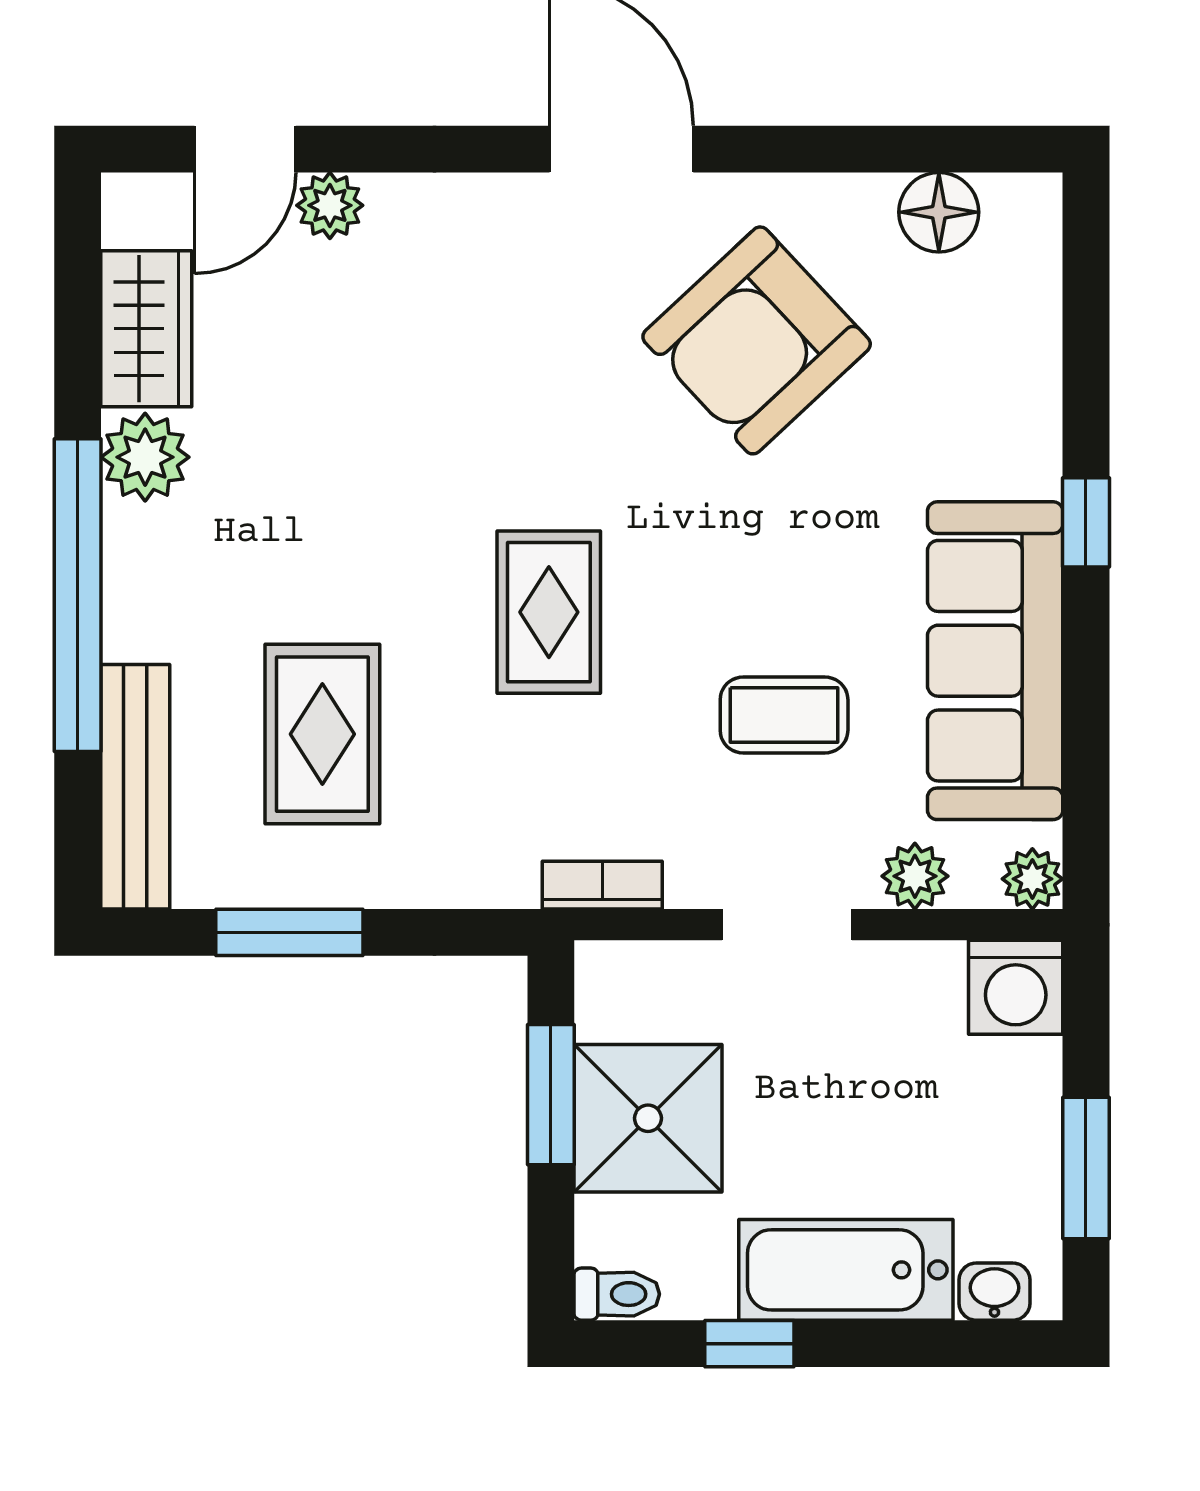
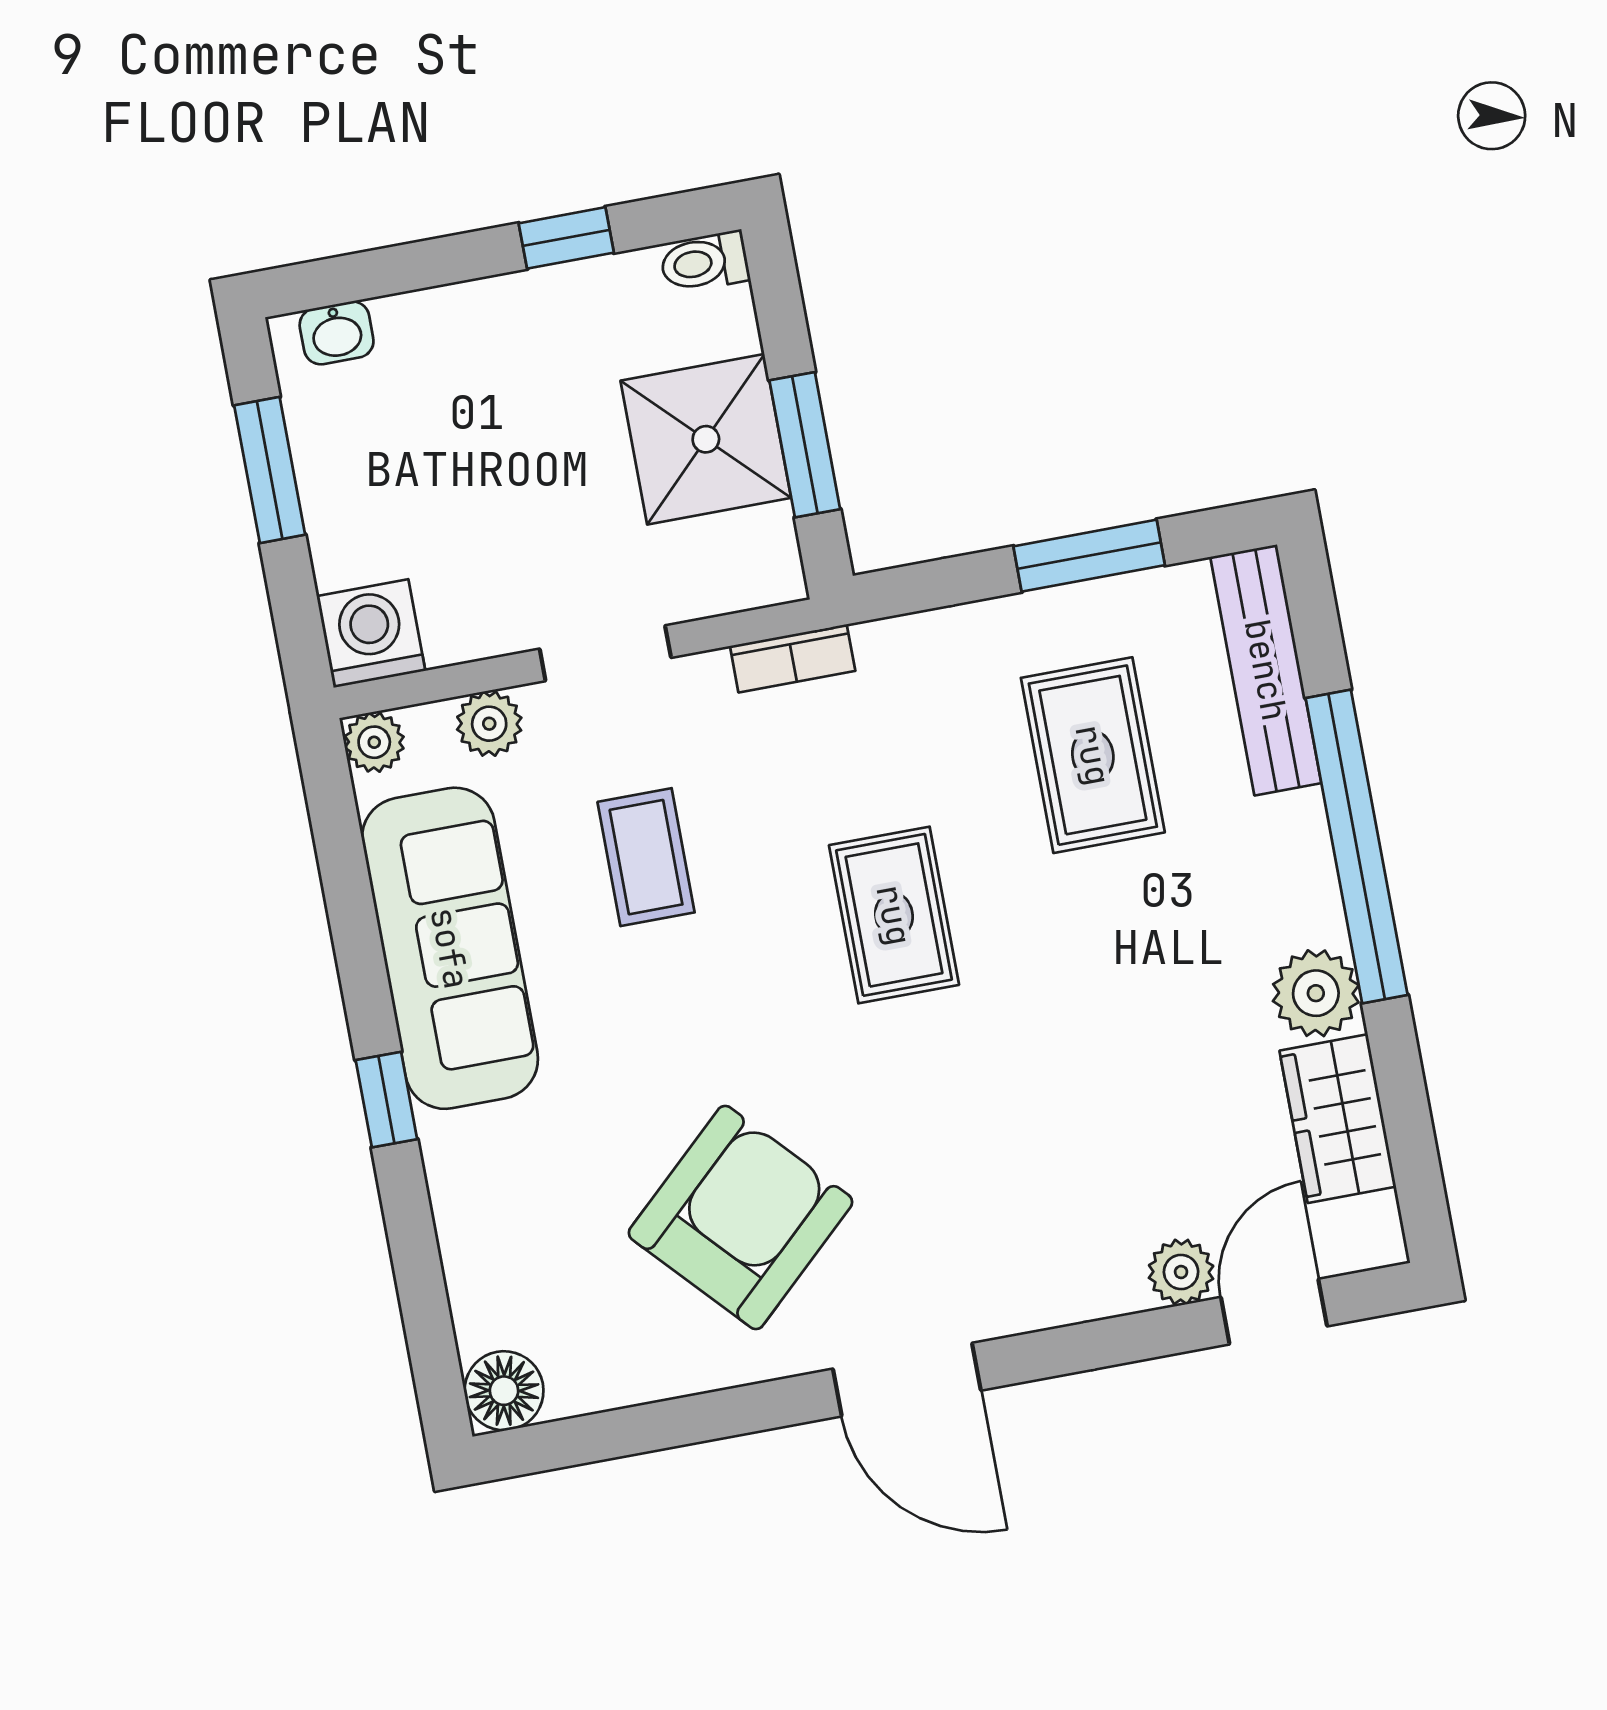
floor lamp: (939, 212) -> (504, 1391), moved
coffee table: (784, 715) -> (646, 857), turned 90
bathtub: (846, 1270) -> (485, 327), removed

